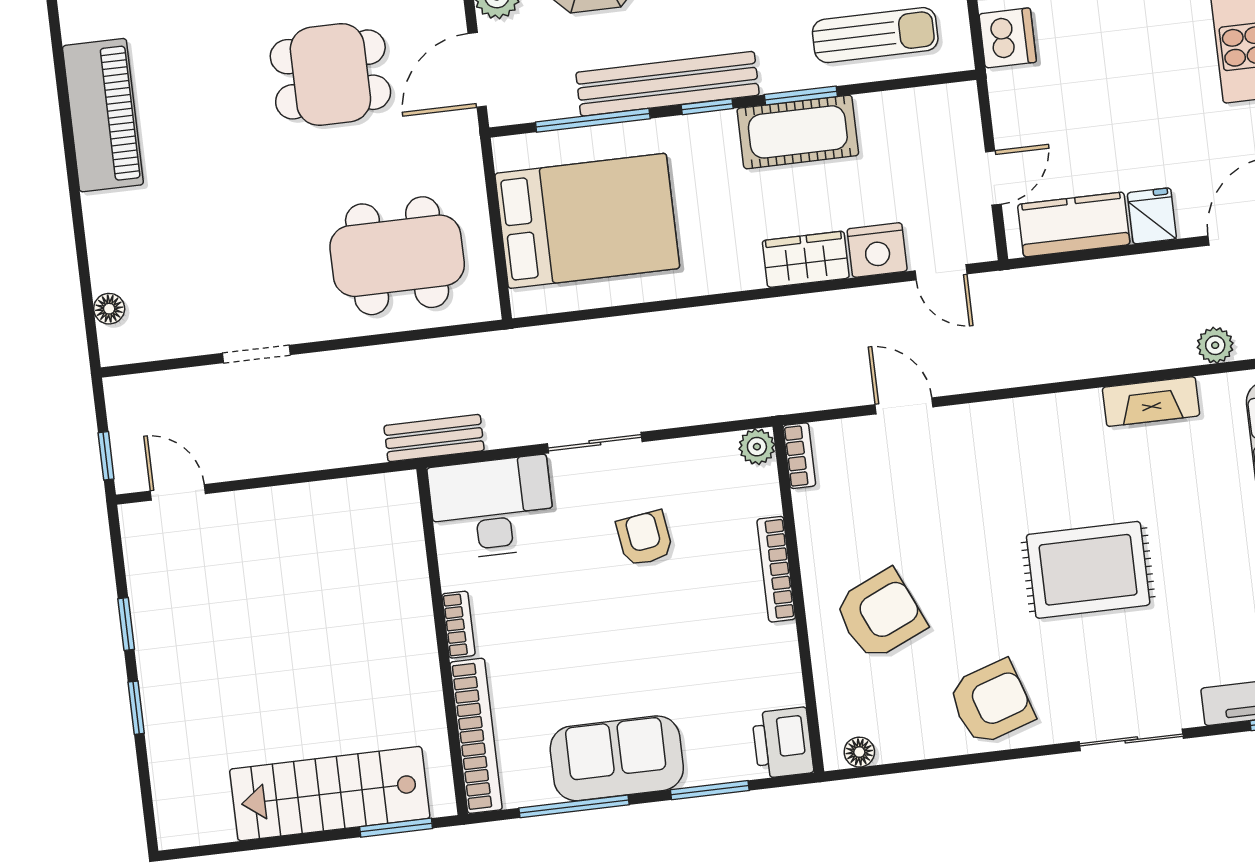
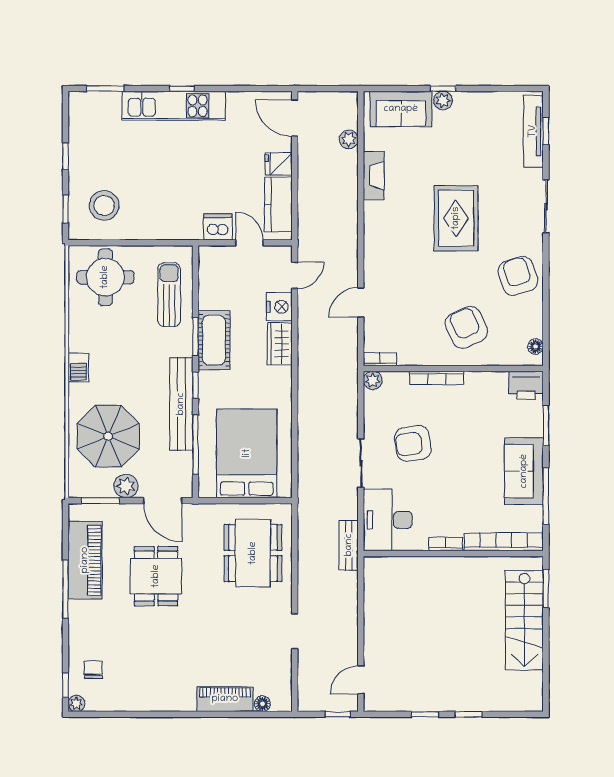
dishwasher: (1008, 38) -> (218, 227), moved
piano: (103, 115) -> (225, 699), moved, width x0.73, depth x0.75
armchair: (645, 538) -> (413, 443), width x1.38, depth x1.38

